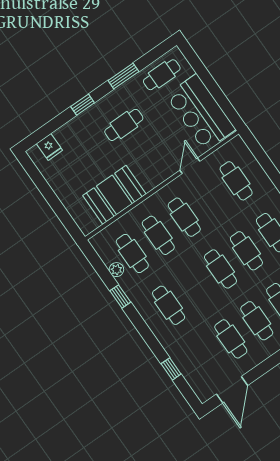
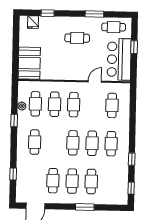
window: (209, 82) -> (134, 47), added
window: (83, 105) -> (48, 13), moved
booth: (114, 195) -> (29, 63), moved, turned 90

